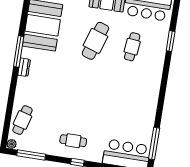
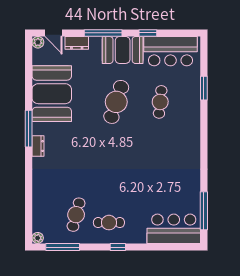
cafe table: (22, 120) -> (76, 215), moved

